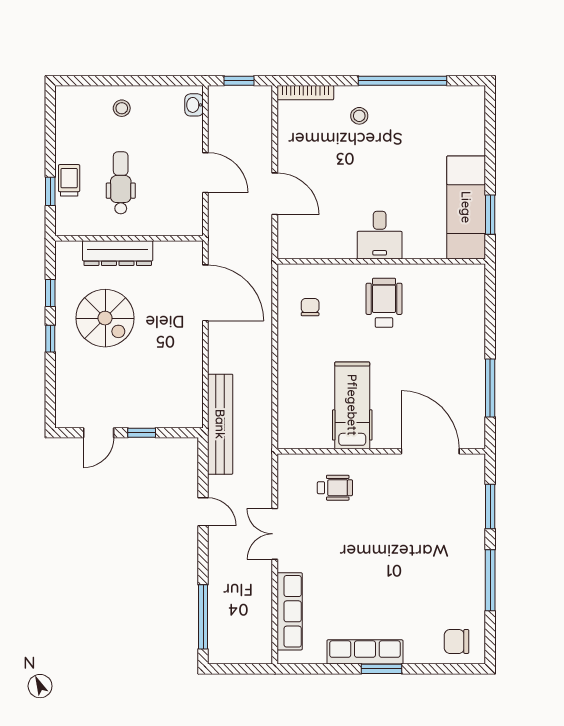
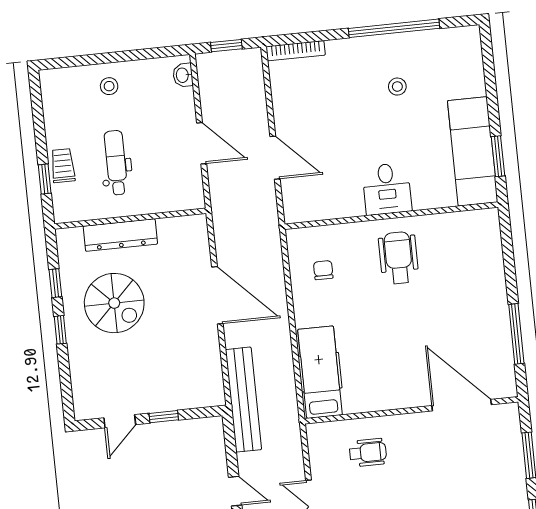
stool: (359, 116) -> (397, 87), moved
door: (205, 293) -> (217, 295), moved
hospital bed: (352, 405) -> (320, 372), moved

